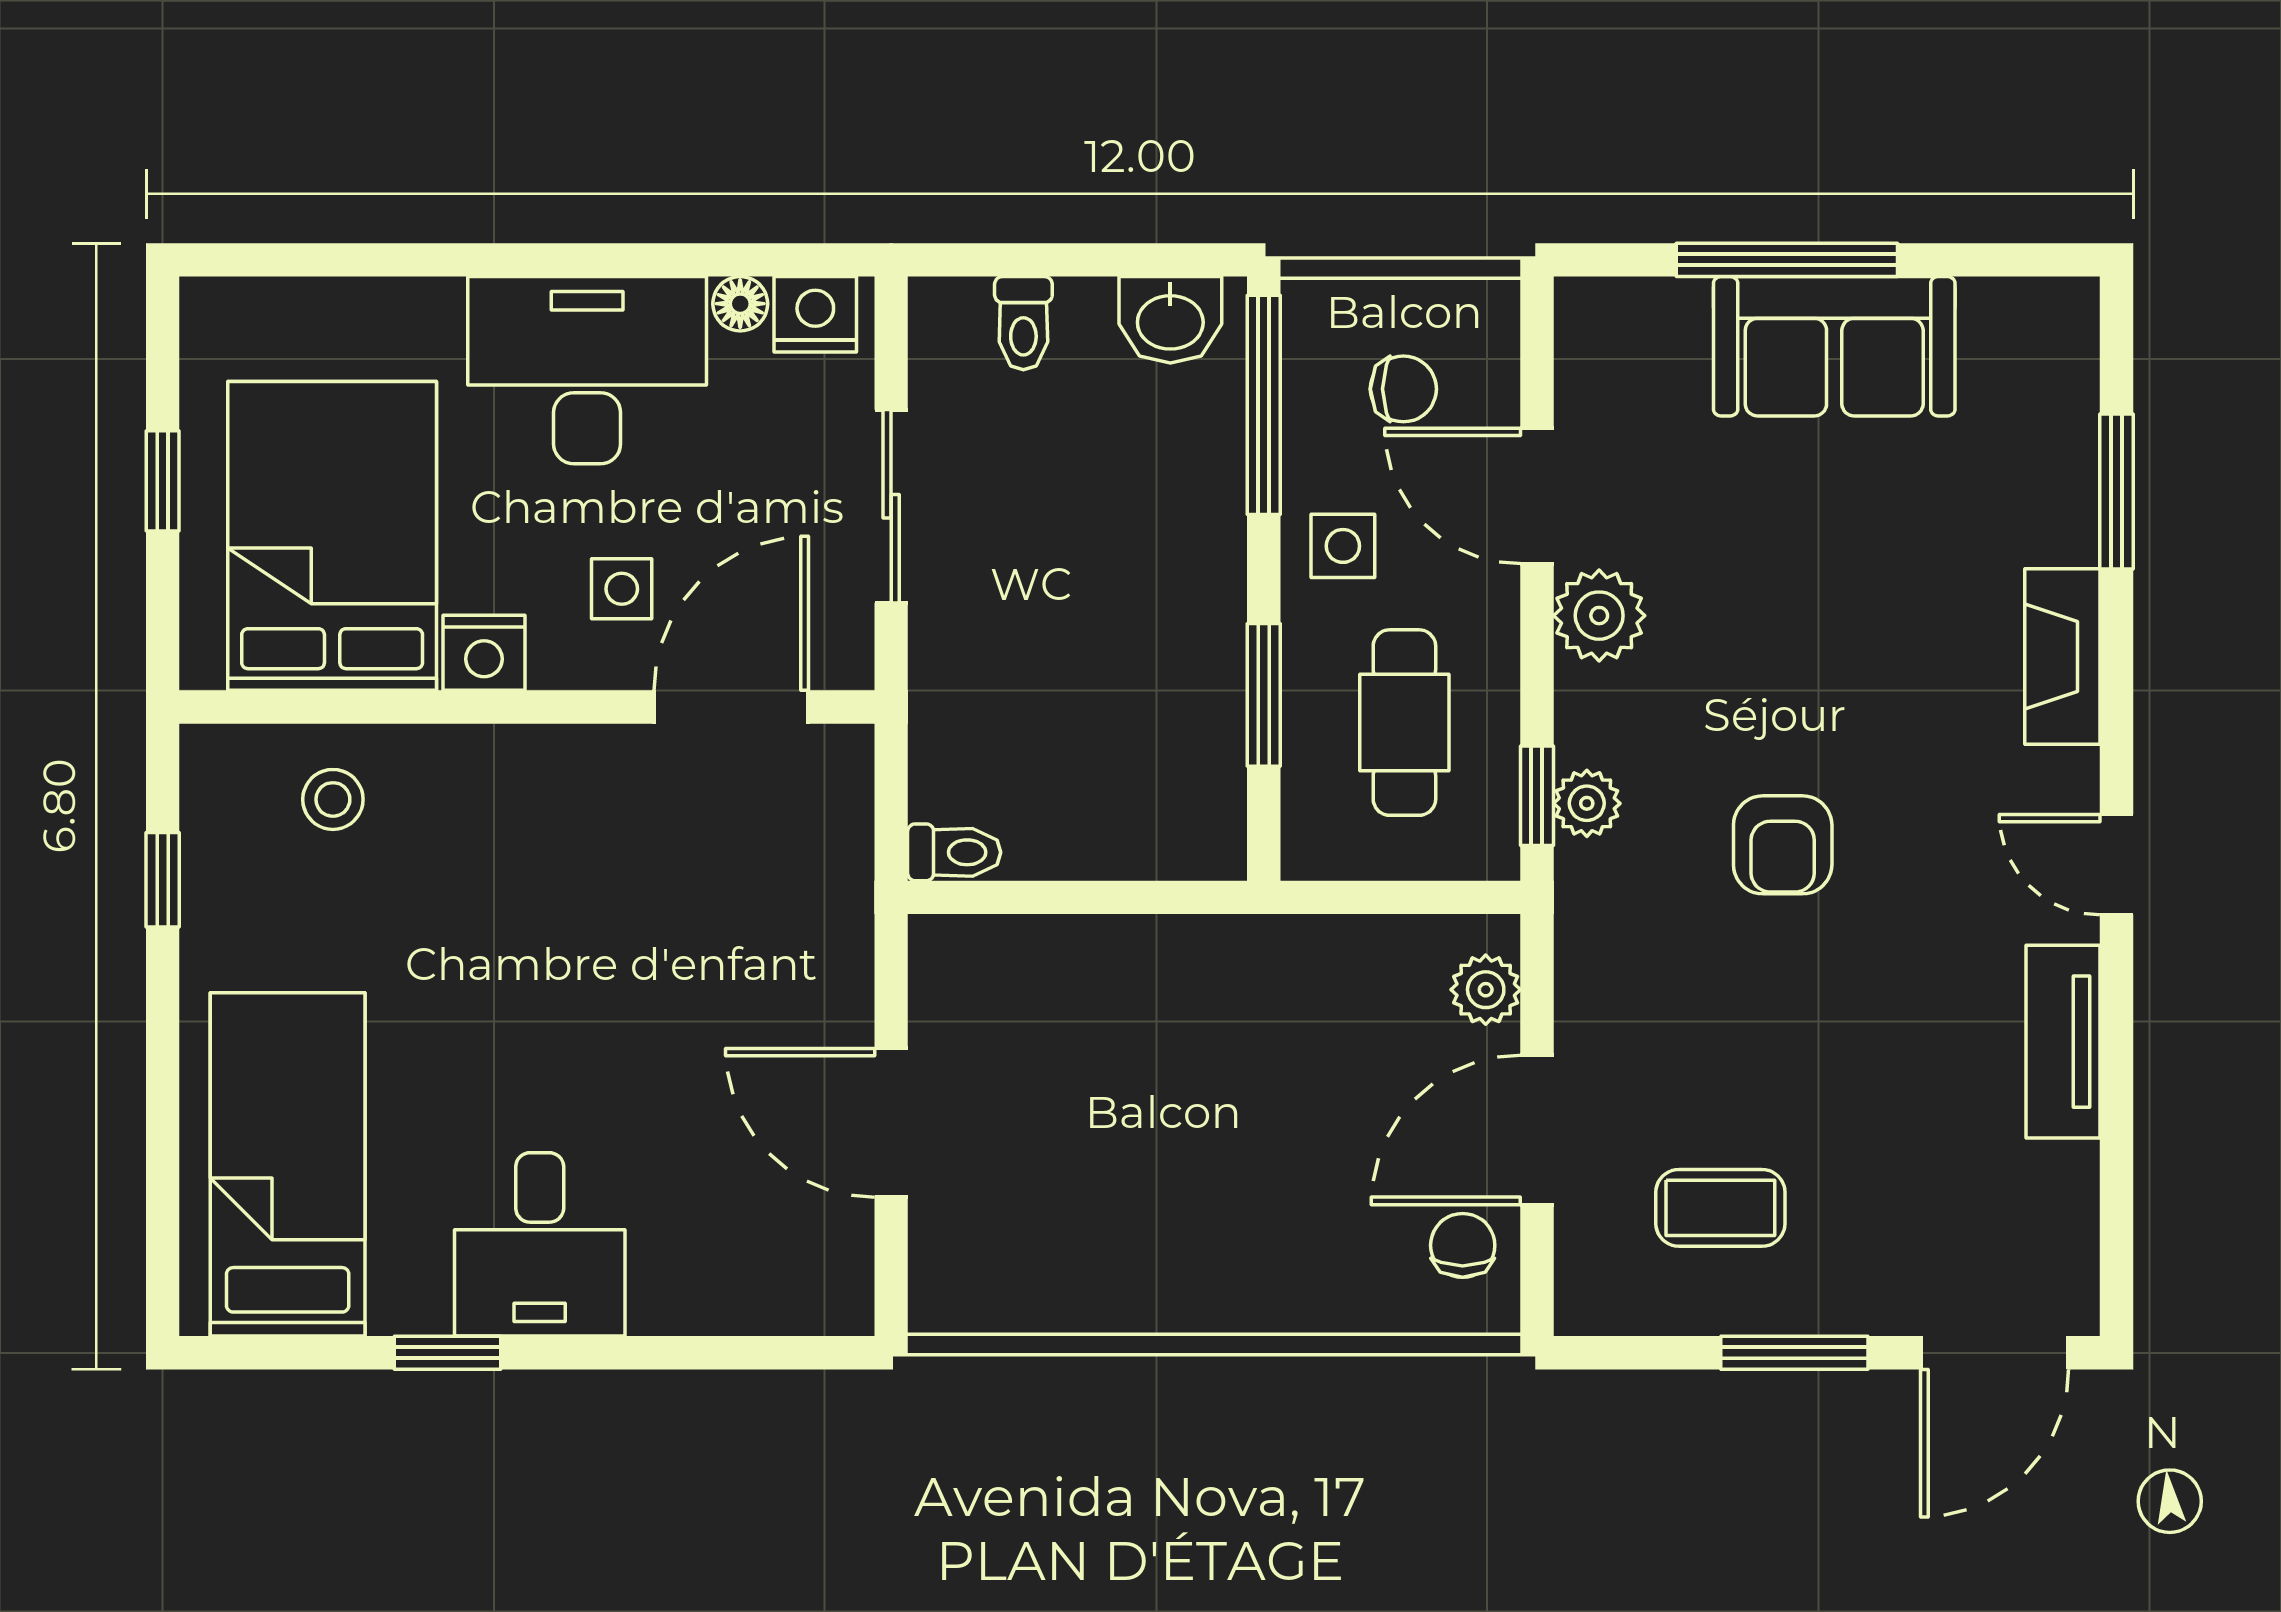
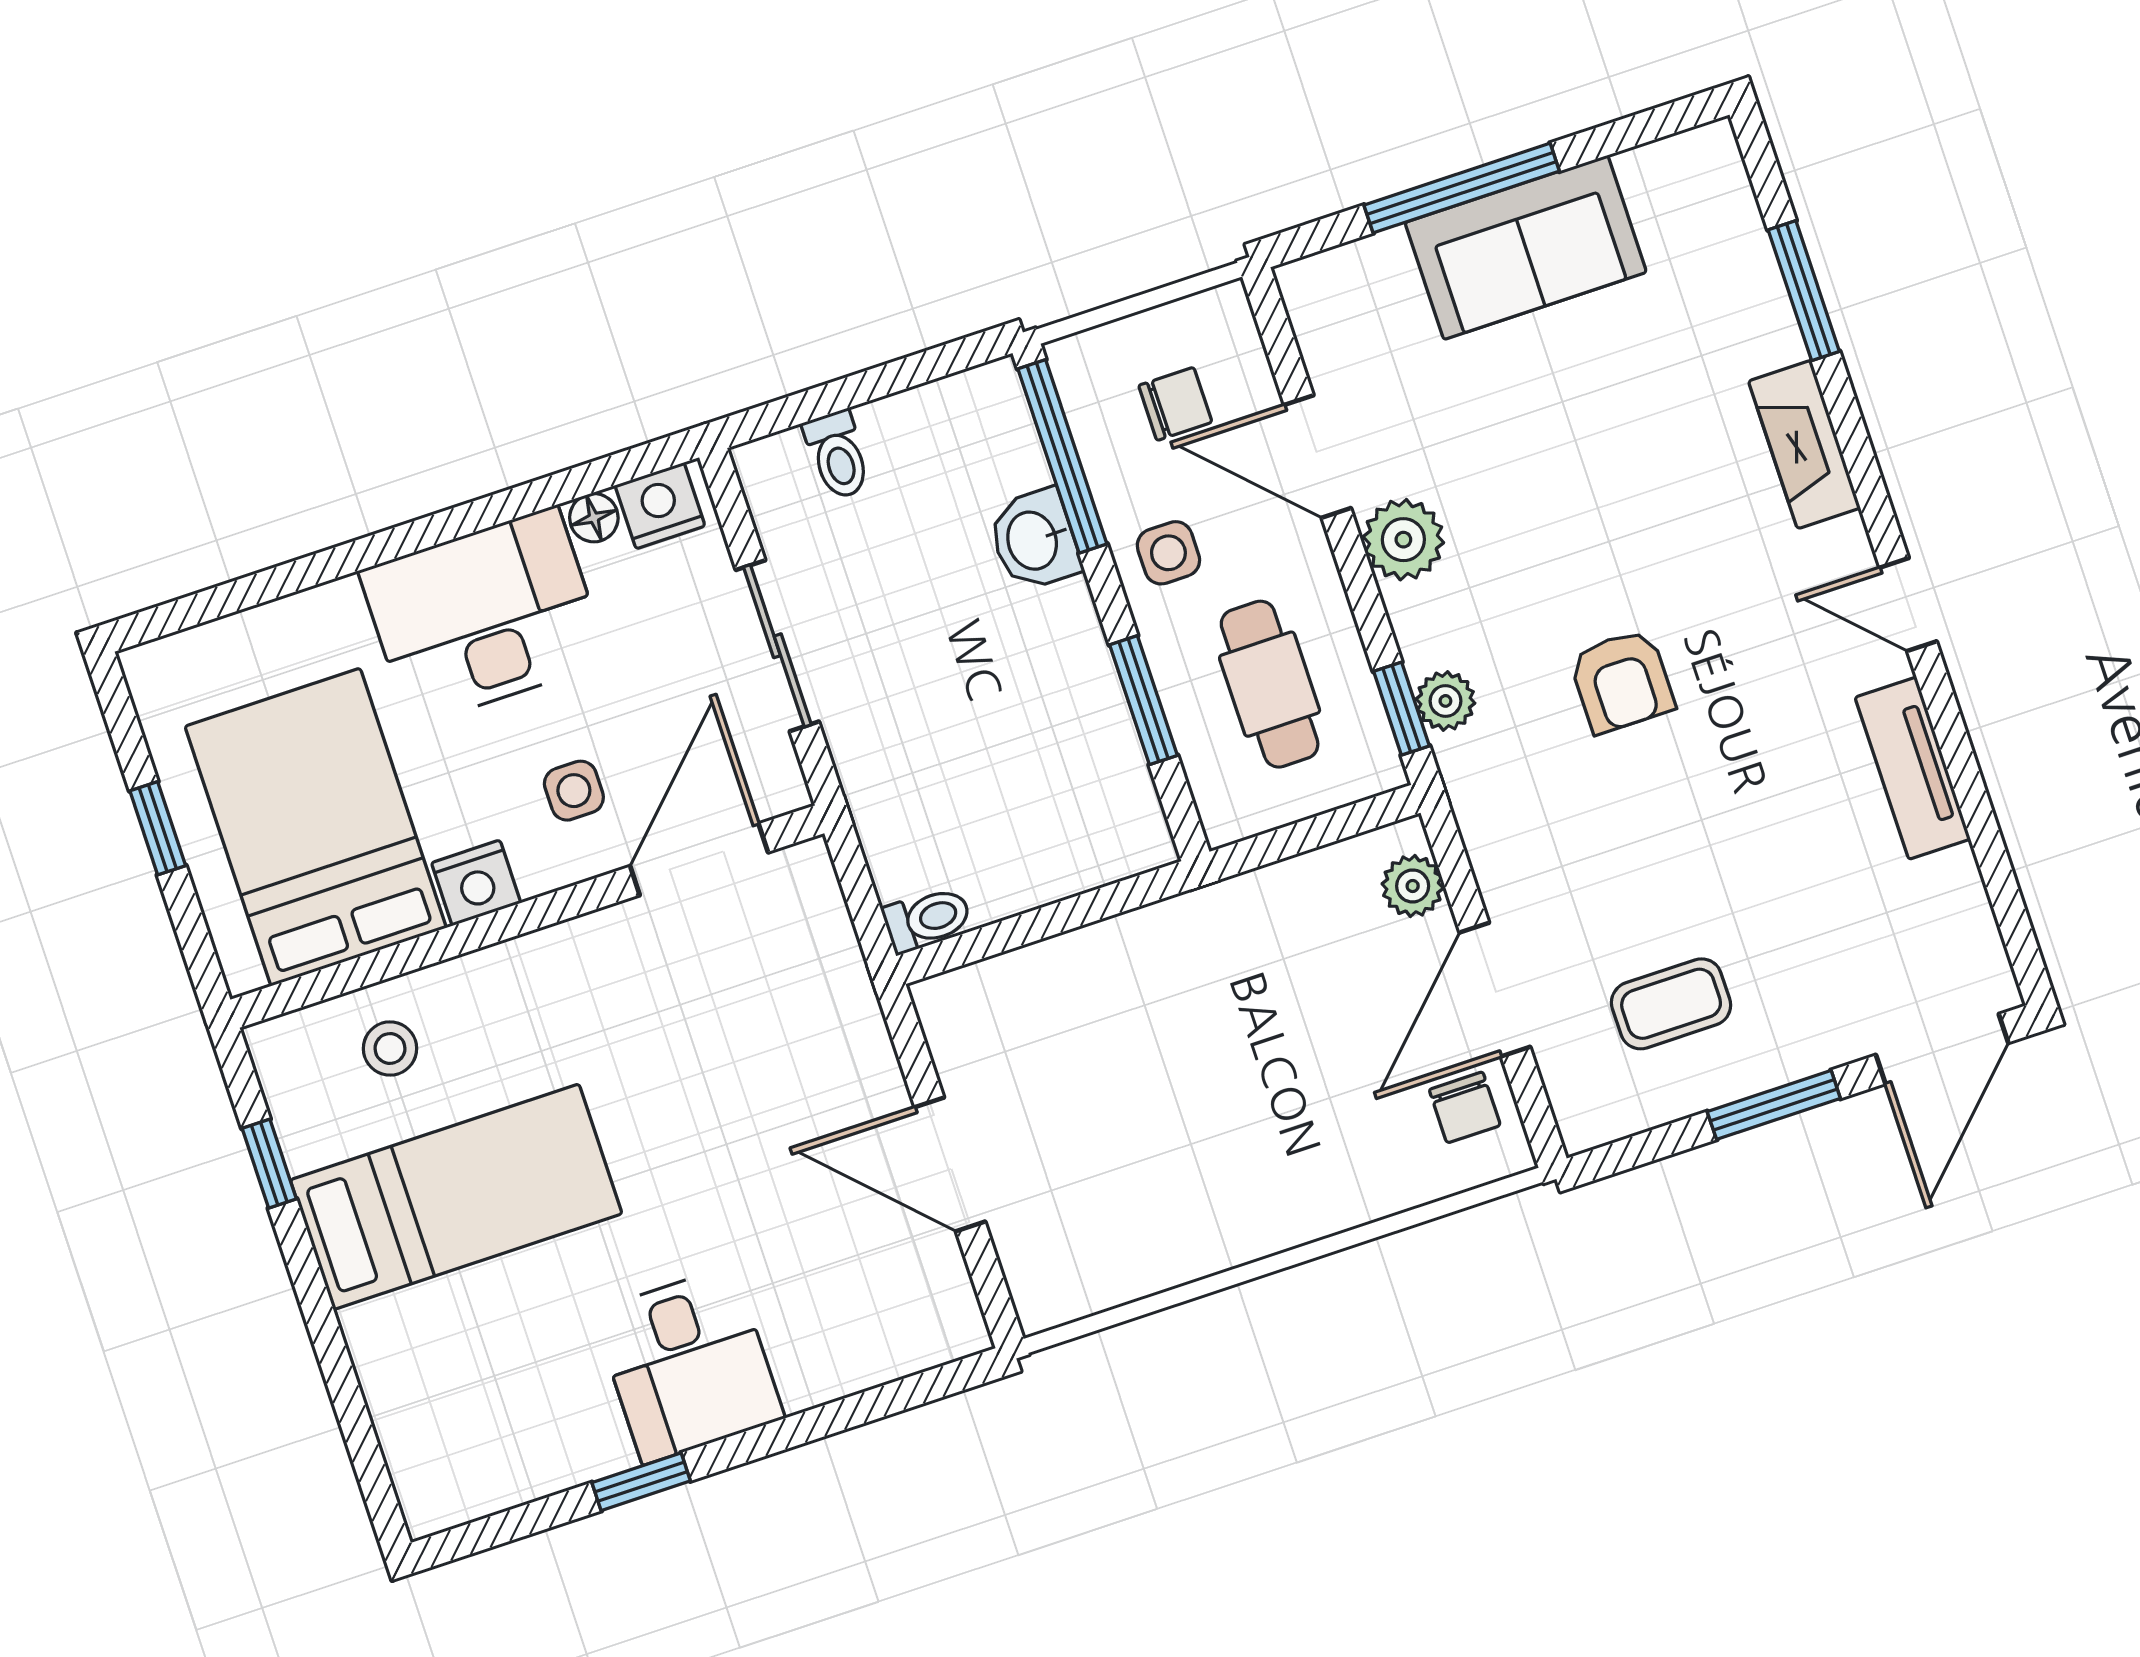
washbasin: (1170, 320) -> (1034, 540), moved, turned 90
bed: (288, 1164) -> (456, 1197), moved, turned 90
chair: (1463, 1245) -> (1465, 1107), turned 180

